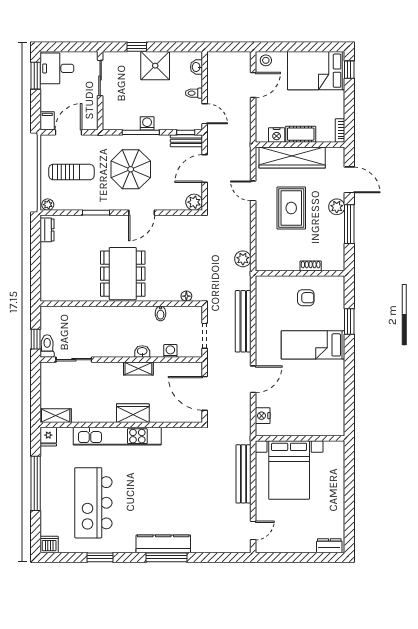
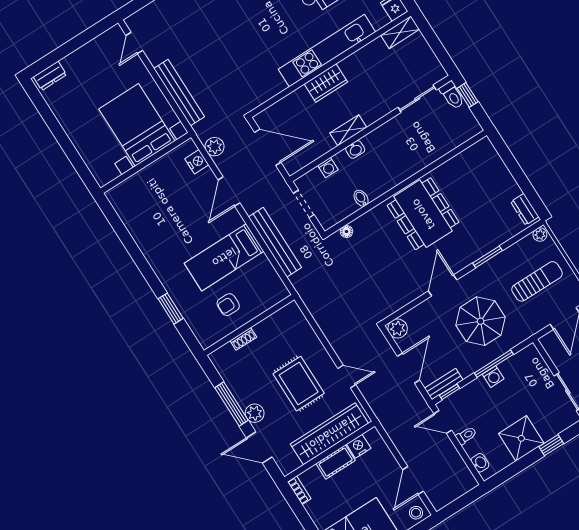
sun lounger: (71, 172) -> (537, 281), turned 180
plant: (243, 259) -> (215, 147), moved
bed: (313, 345) -> (224, 257), moved, turned 180

